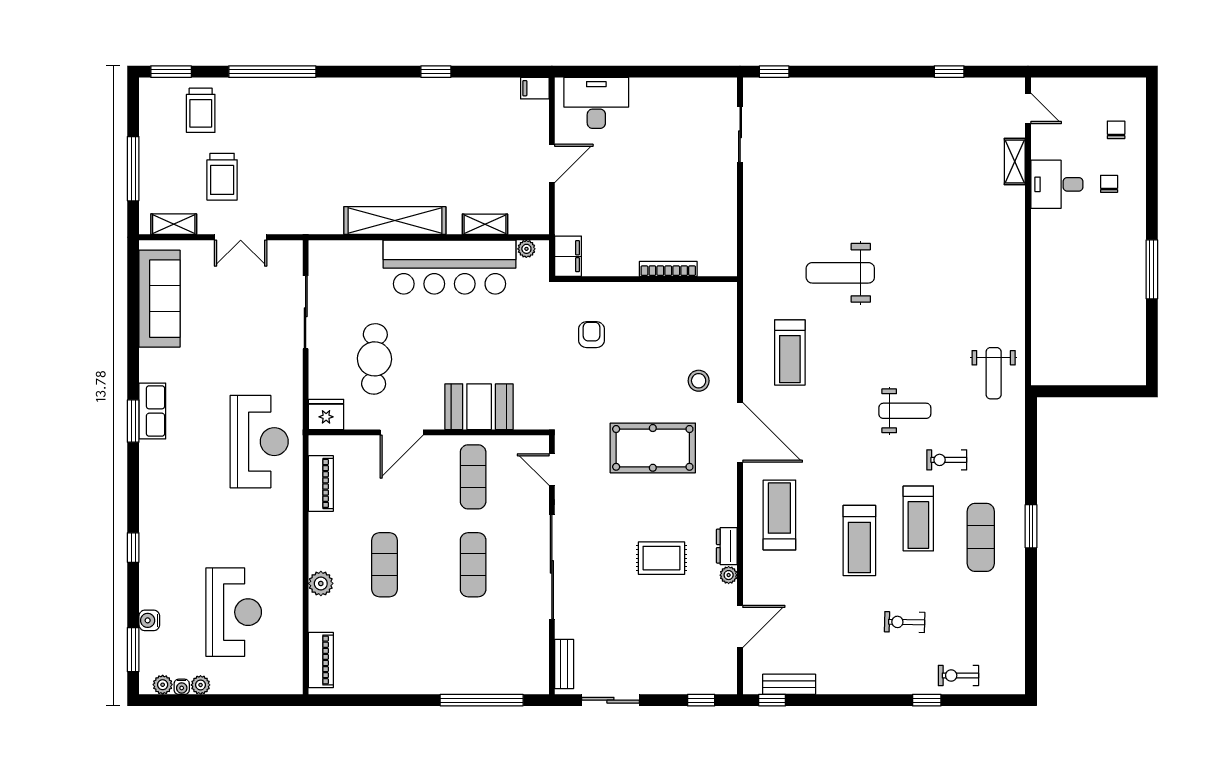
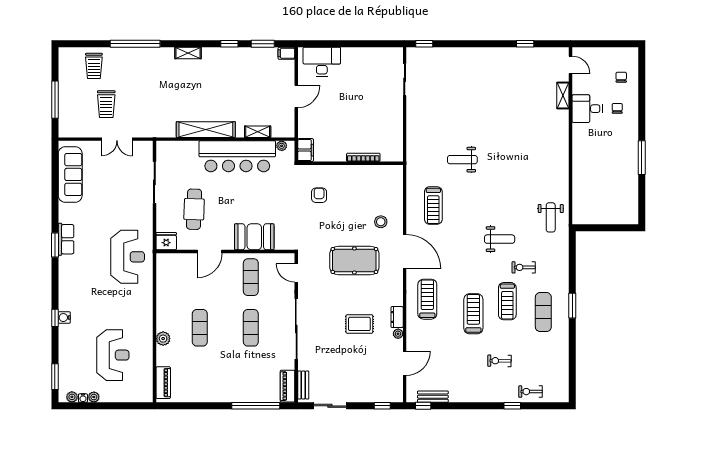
window: (171, 72) -> (263, 44), moved
shelving: (174, 224) -> (188, 53), moved
weight bench: (840, 273) -> (462, 160), width x0.73, depth x0.75
piano: (321, 483) -> (287, 386), moved, turned 180
treadmill: (859, 540) -> (473, 314), turned 180
water cooler: (149, 620) -> (64, 318), moved

